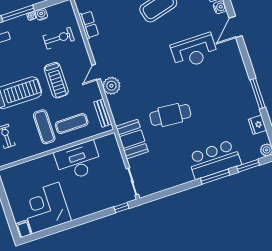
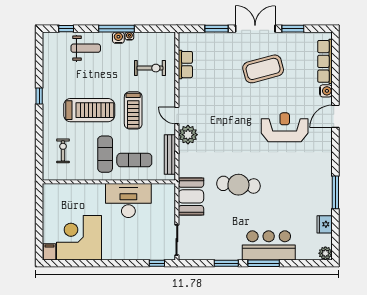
water cooler: (41, 14) -> (118, 38), moved
reception desk: (194, 51) -> (285, 127), turned 180
door: (96, 72) -> (177, 116), hinge flipped
bench: (103, 113) -> (170, 155), width x1.36
window: (248, 166) -> (226, 263), moved

